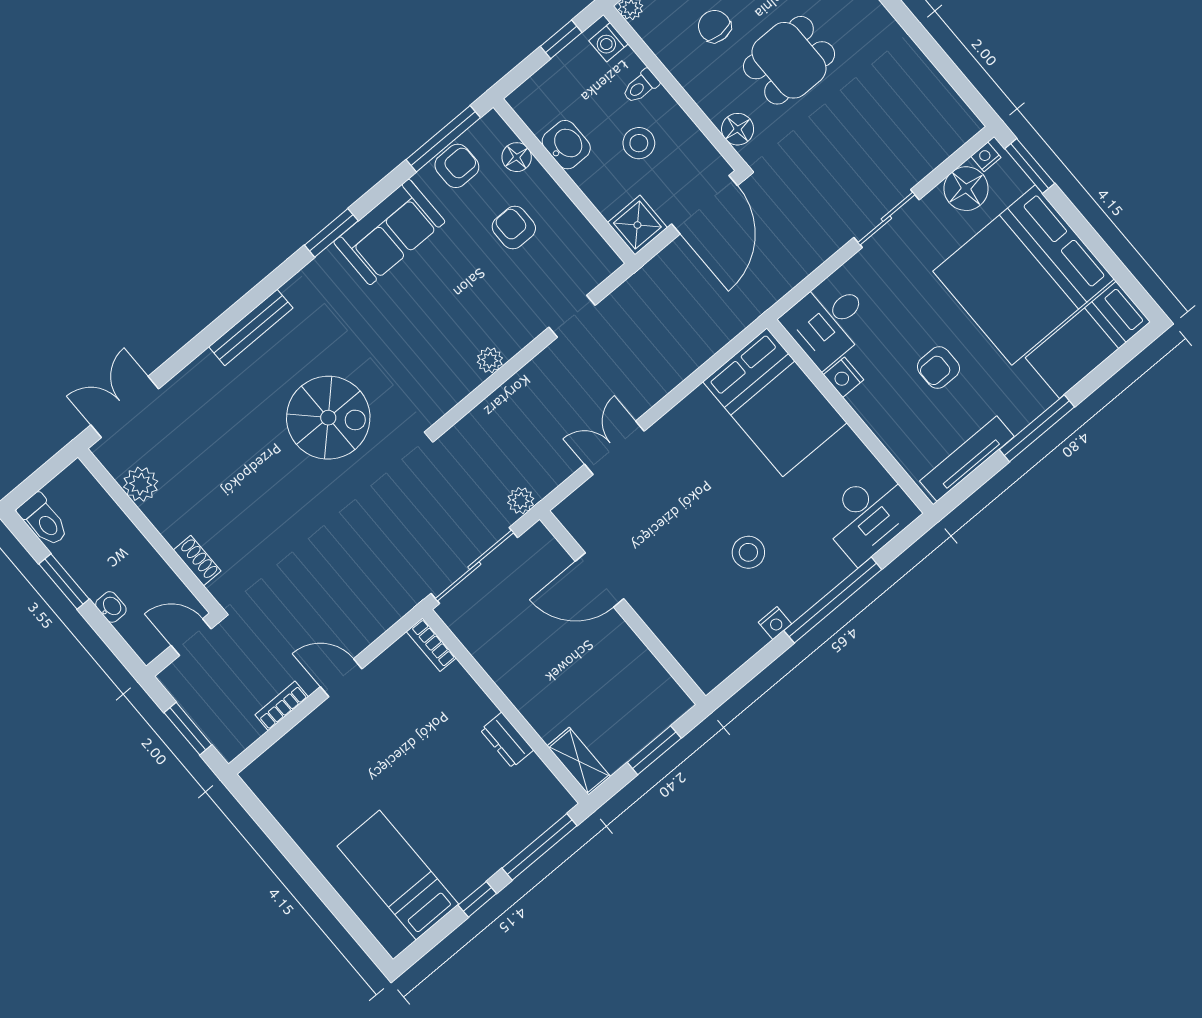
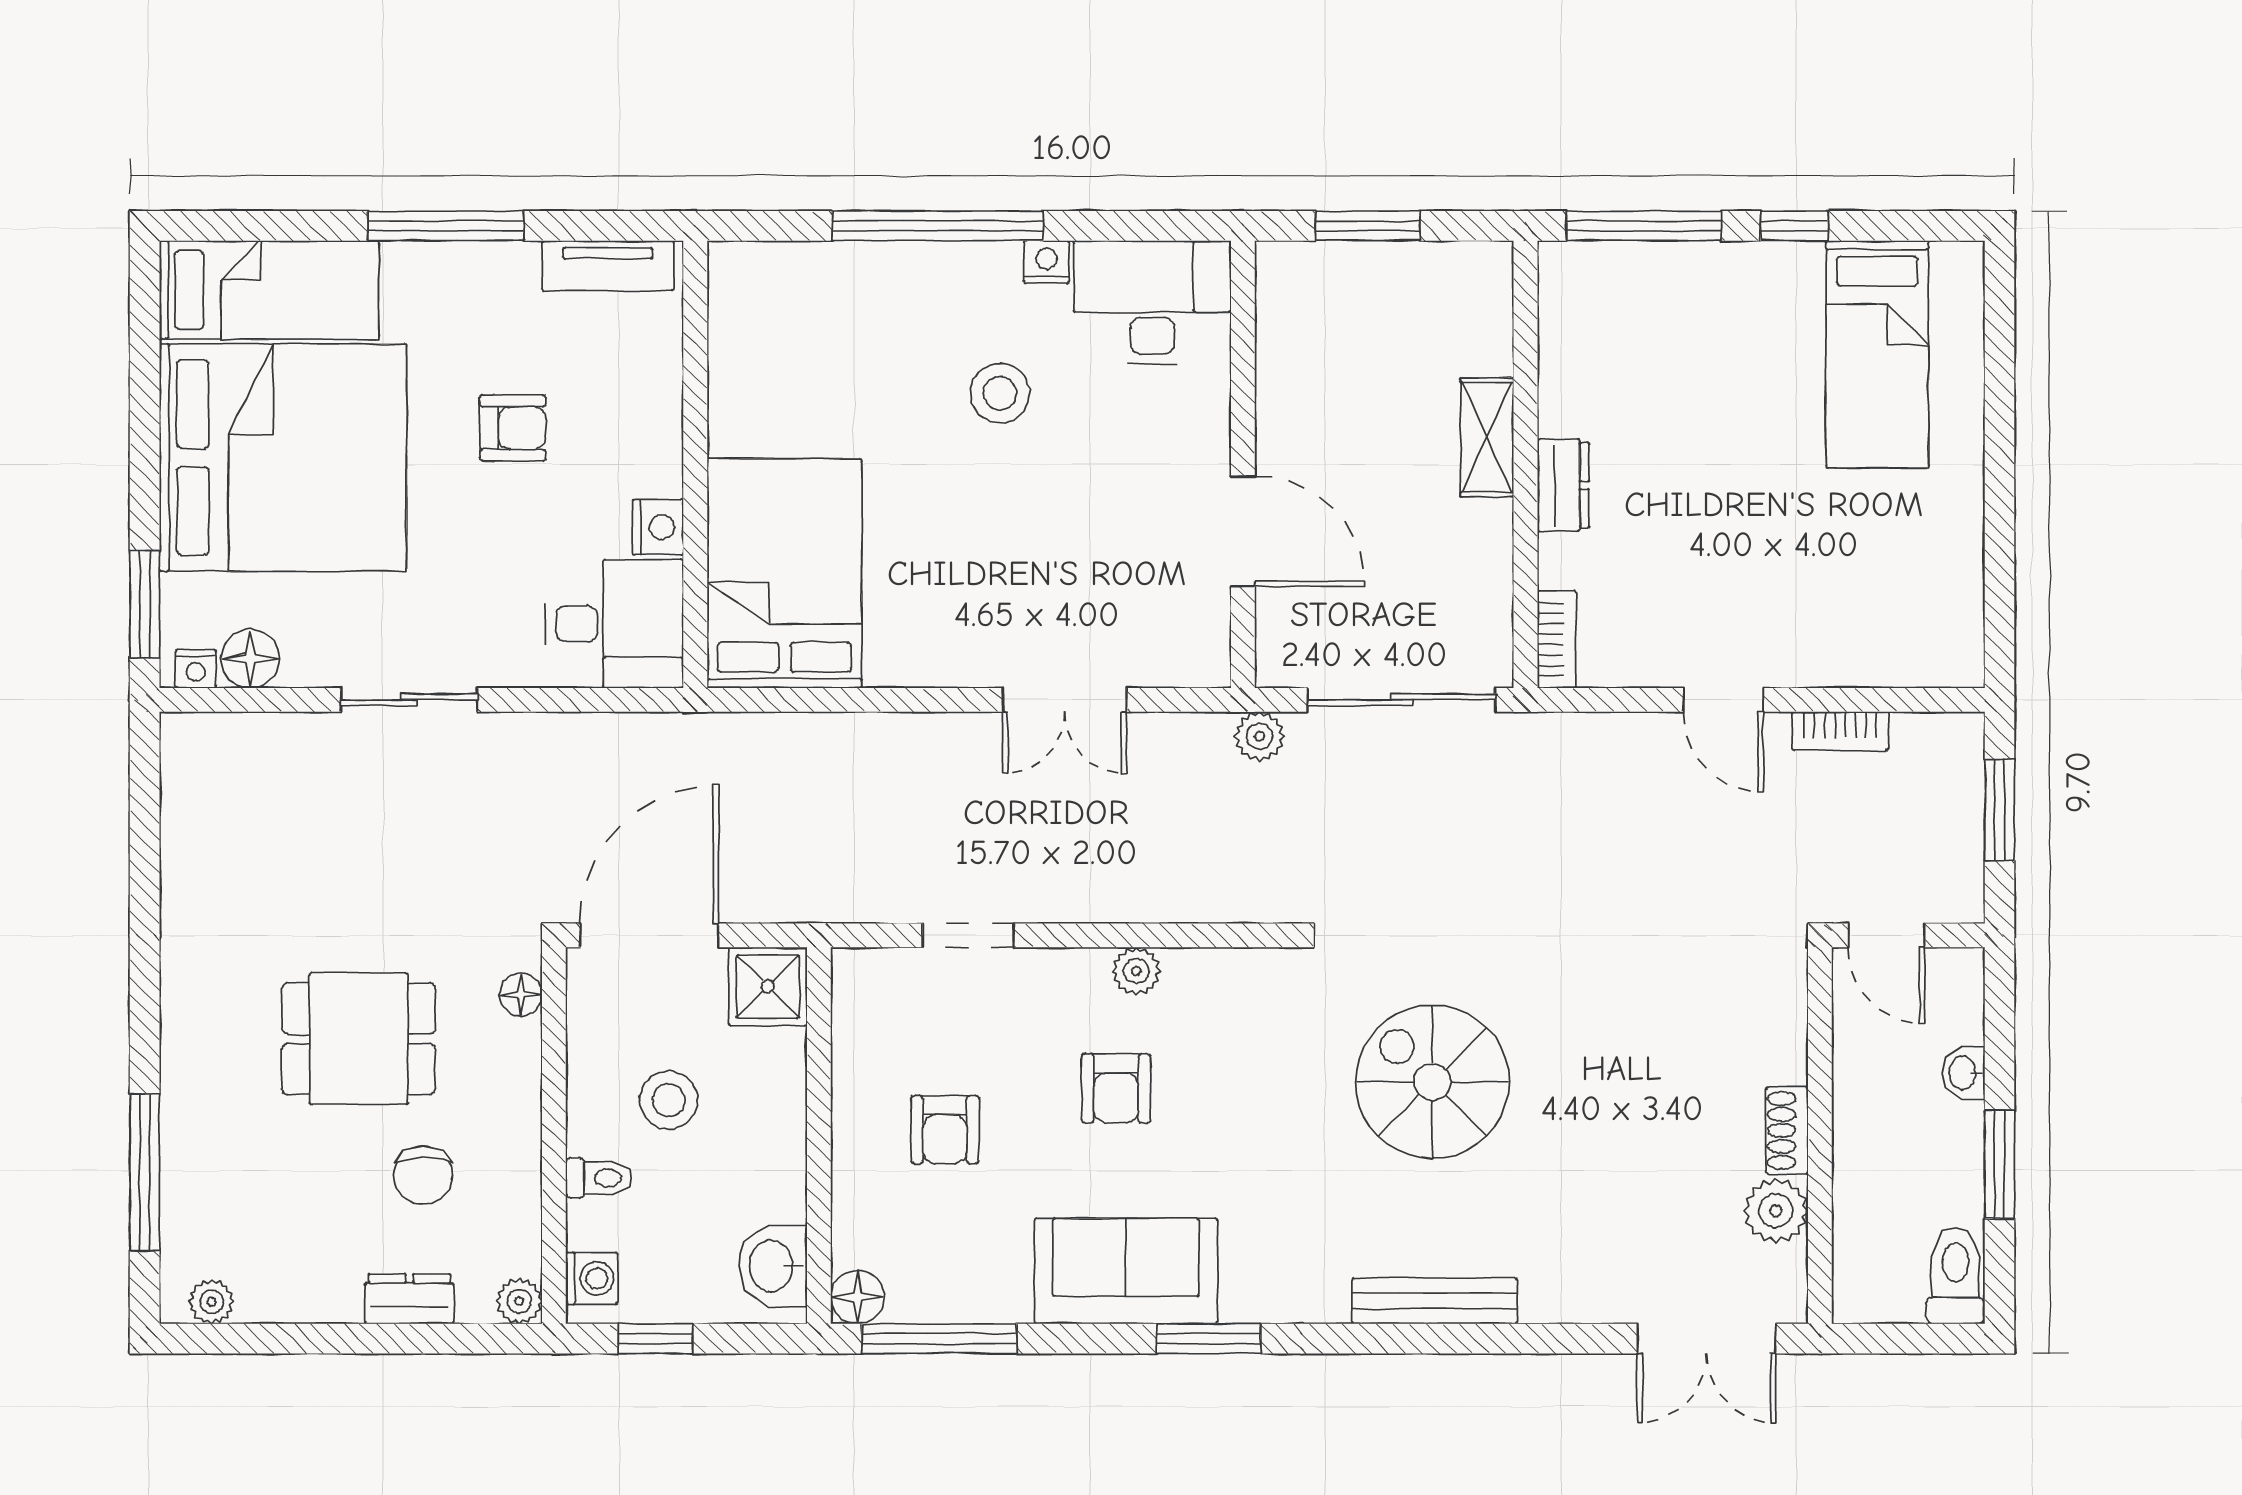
floor lamp: (738, 129) -> (521, 995), width x0.73, depth x0.73
washbasin: (566, 145) -> (773, 1266), moved
floor lamp: (517, 157) -> (858, 1297), moved
armchair: (457, 166) -> (1116, 1088), moved, turned -90
floor lamp: (966, 189) -> (250, 659), width x0.73, depth x0.73
tv unit: (967, 459) -> (608, 266), width x0.71
desk: (869, 515) -> (1152, 302), moved
shoe rack: (197, 561) -> (1787, 1130), moved
dresser: (507, 740) -> (1563, 485), moved
shelving: (579, 761) -> (1487, 437), moved

